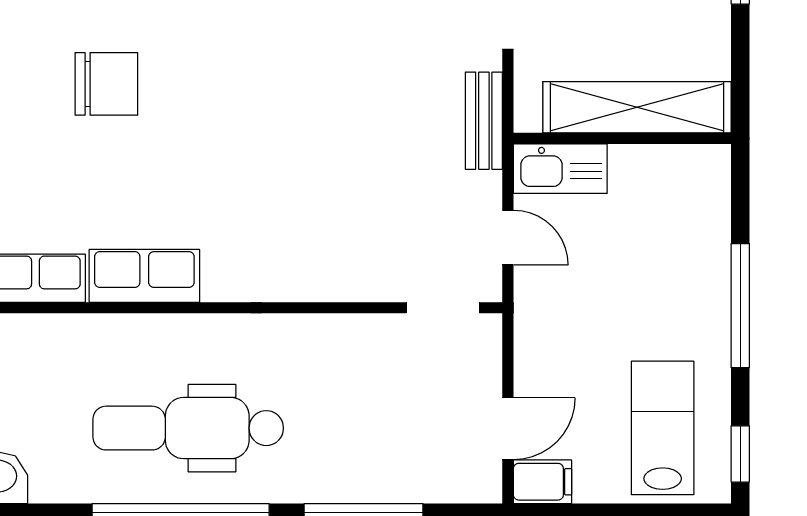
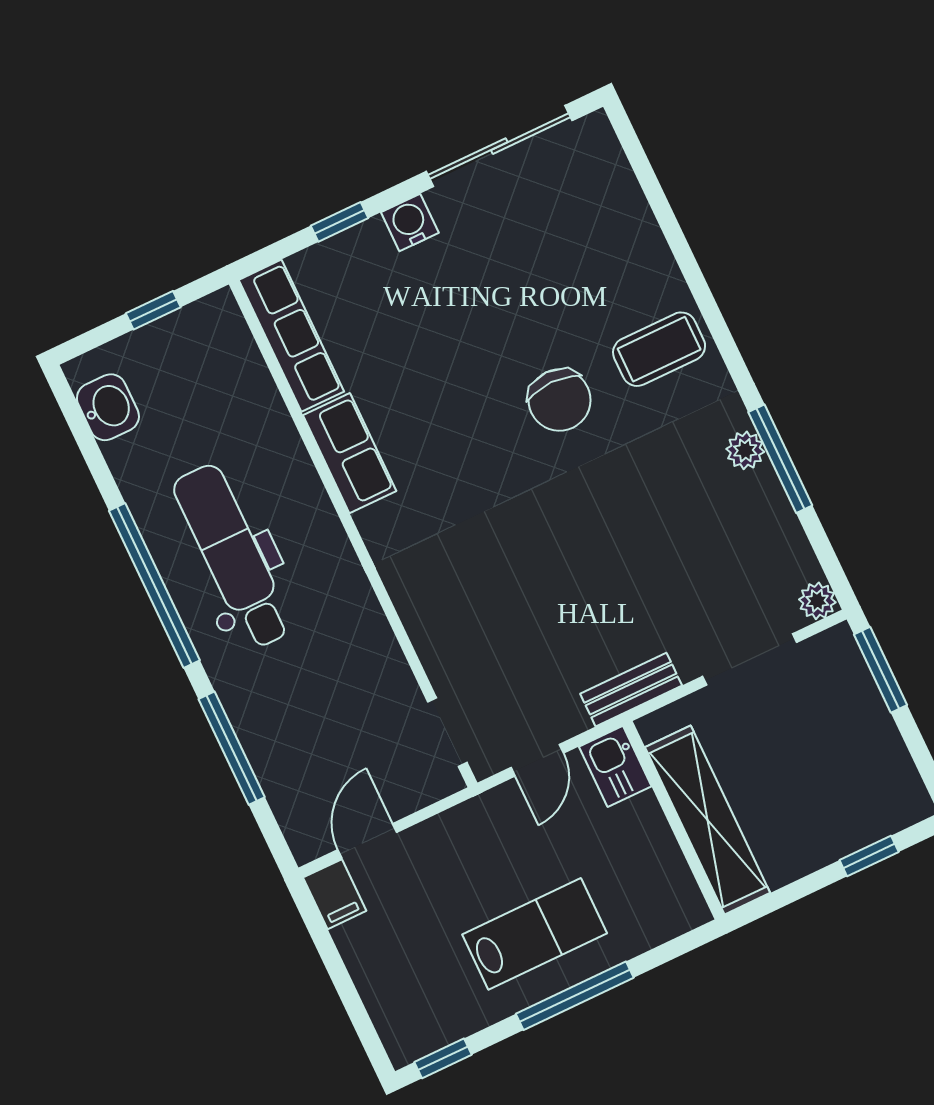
chair: (106, 84) -> (560, 400), moved
kitchen sink: (560, 169) -> (615, 766), width x0.73
lab bench: (663, 428) -> (535, 934), moved
door: (508, 429) -> (367, 841), swing flipped

